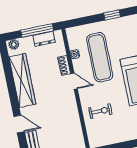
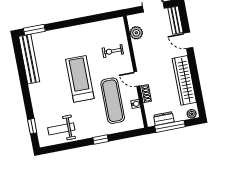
plant: (75, 131) -> (136, 33), added

